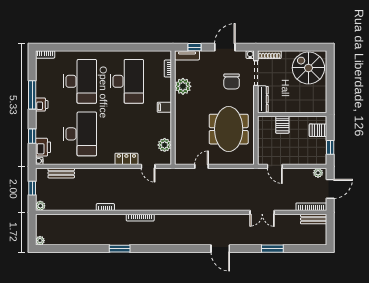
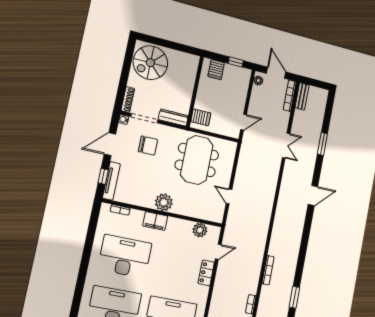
door: (225, 47) -> (110, 144), hinge flipped
tv unit: (187, 55) -> (111, 181), width x1.41
plant: (183, 86) -> (164, 202), moved
filing cabinet: (164, 107) -> (155, 221), width x2.00
server rack: (282, 125) -> (201, 117), moved
meeting table: (229, 129) -> (197, 160), turned 90

